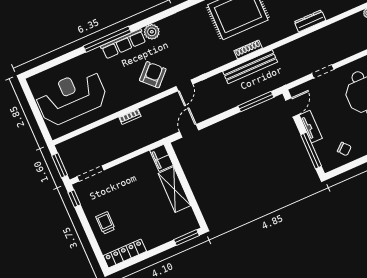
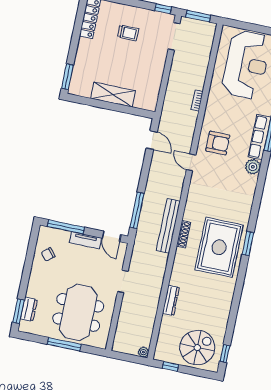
armchair: (153, 75) -> (218, 143), turned -45
filing cabinet: (161, 158) -> (146, 102), removed
trolley: (105, 223) -> (128, 33), moved

